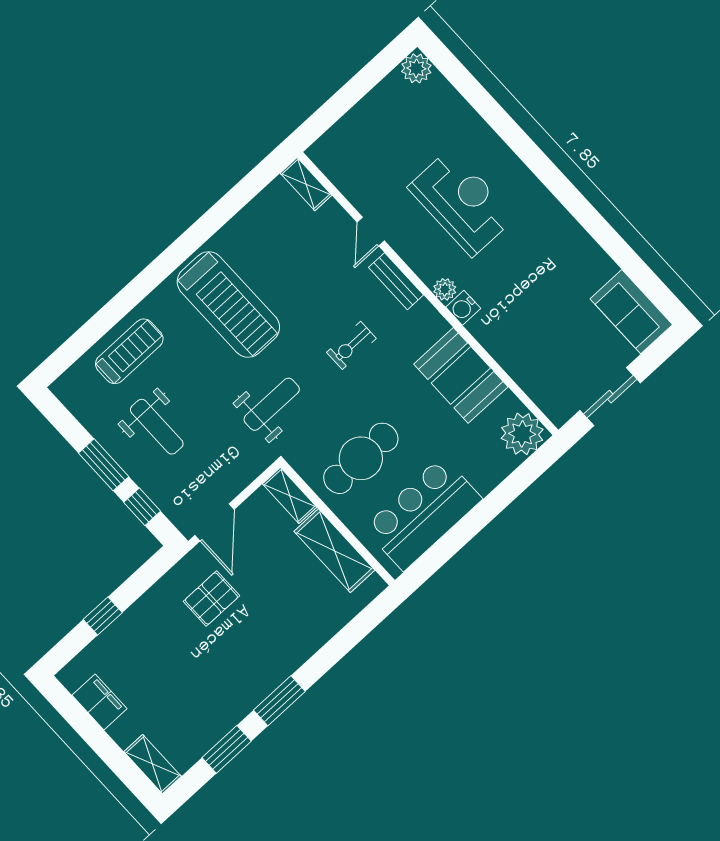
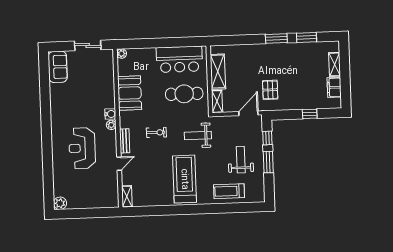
plant: (522, 434) -> (122, 54), width x0.53, depth x0.53
pallet: (211, 598) -> (270, 90), turned 90
shelving: (153, 764) -> (335, 64), moved

